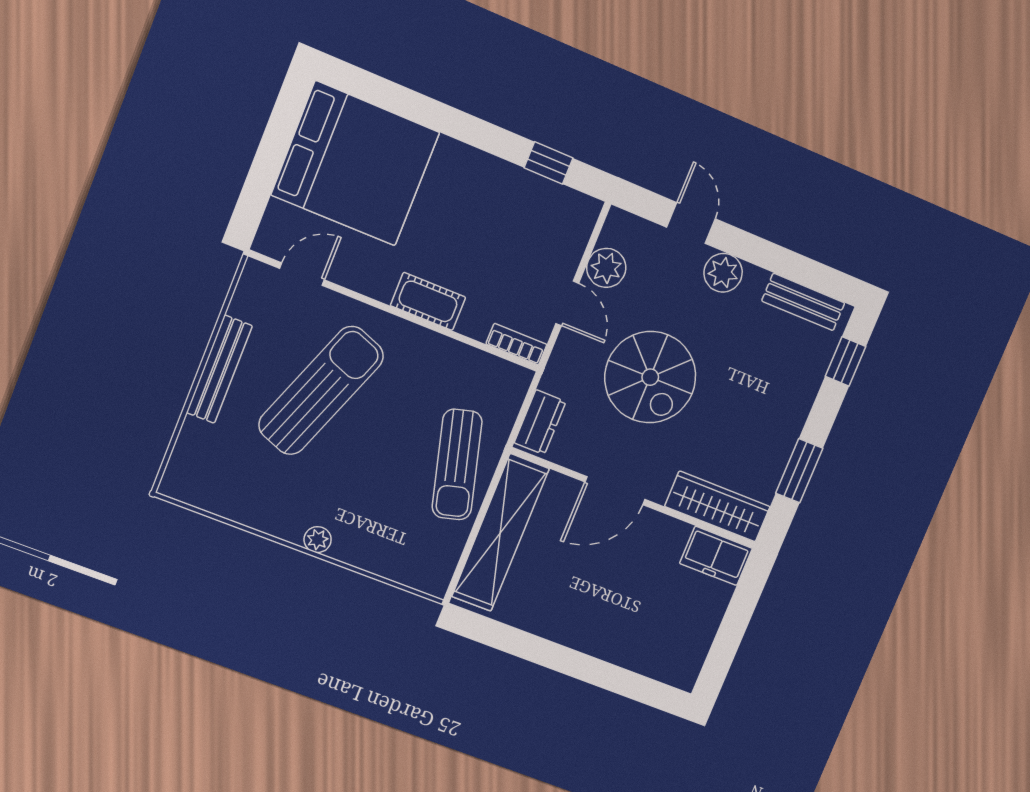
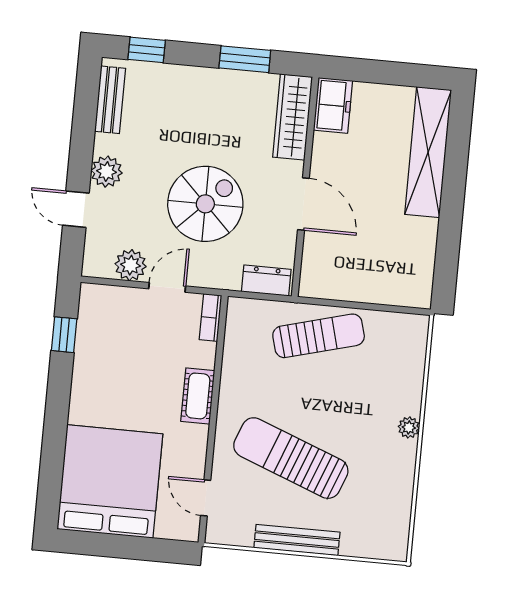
door: (691, 223) -> (76, 209), hinge flipped
shelving: (500, 533) -> (428, 152), moved, turned 90

